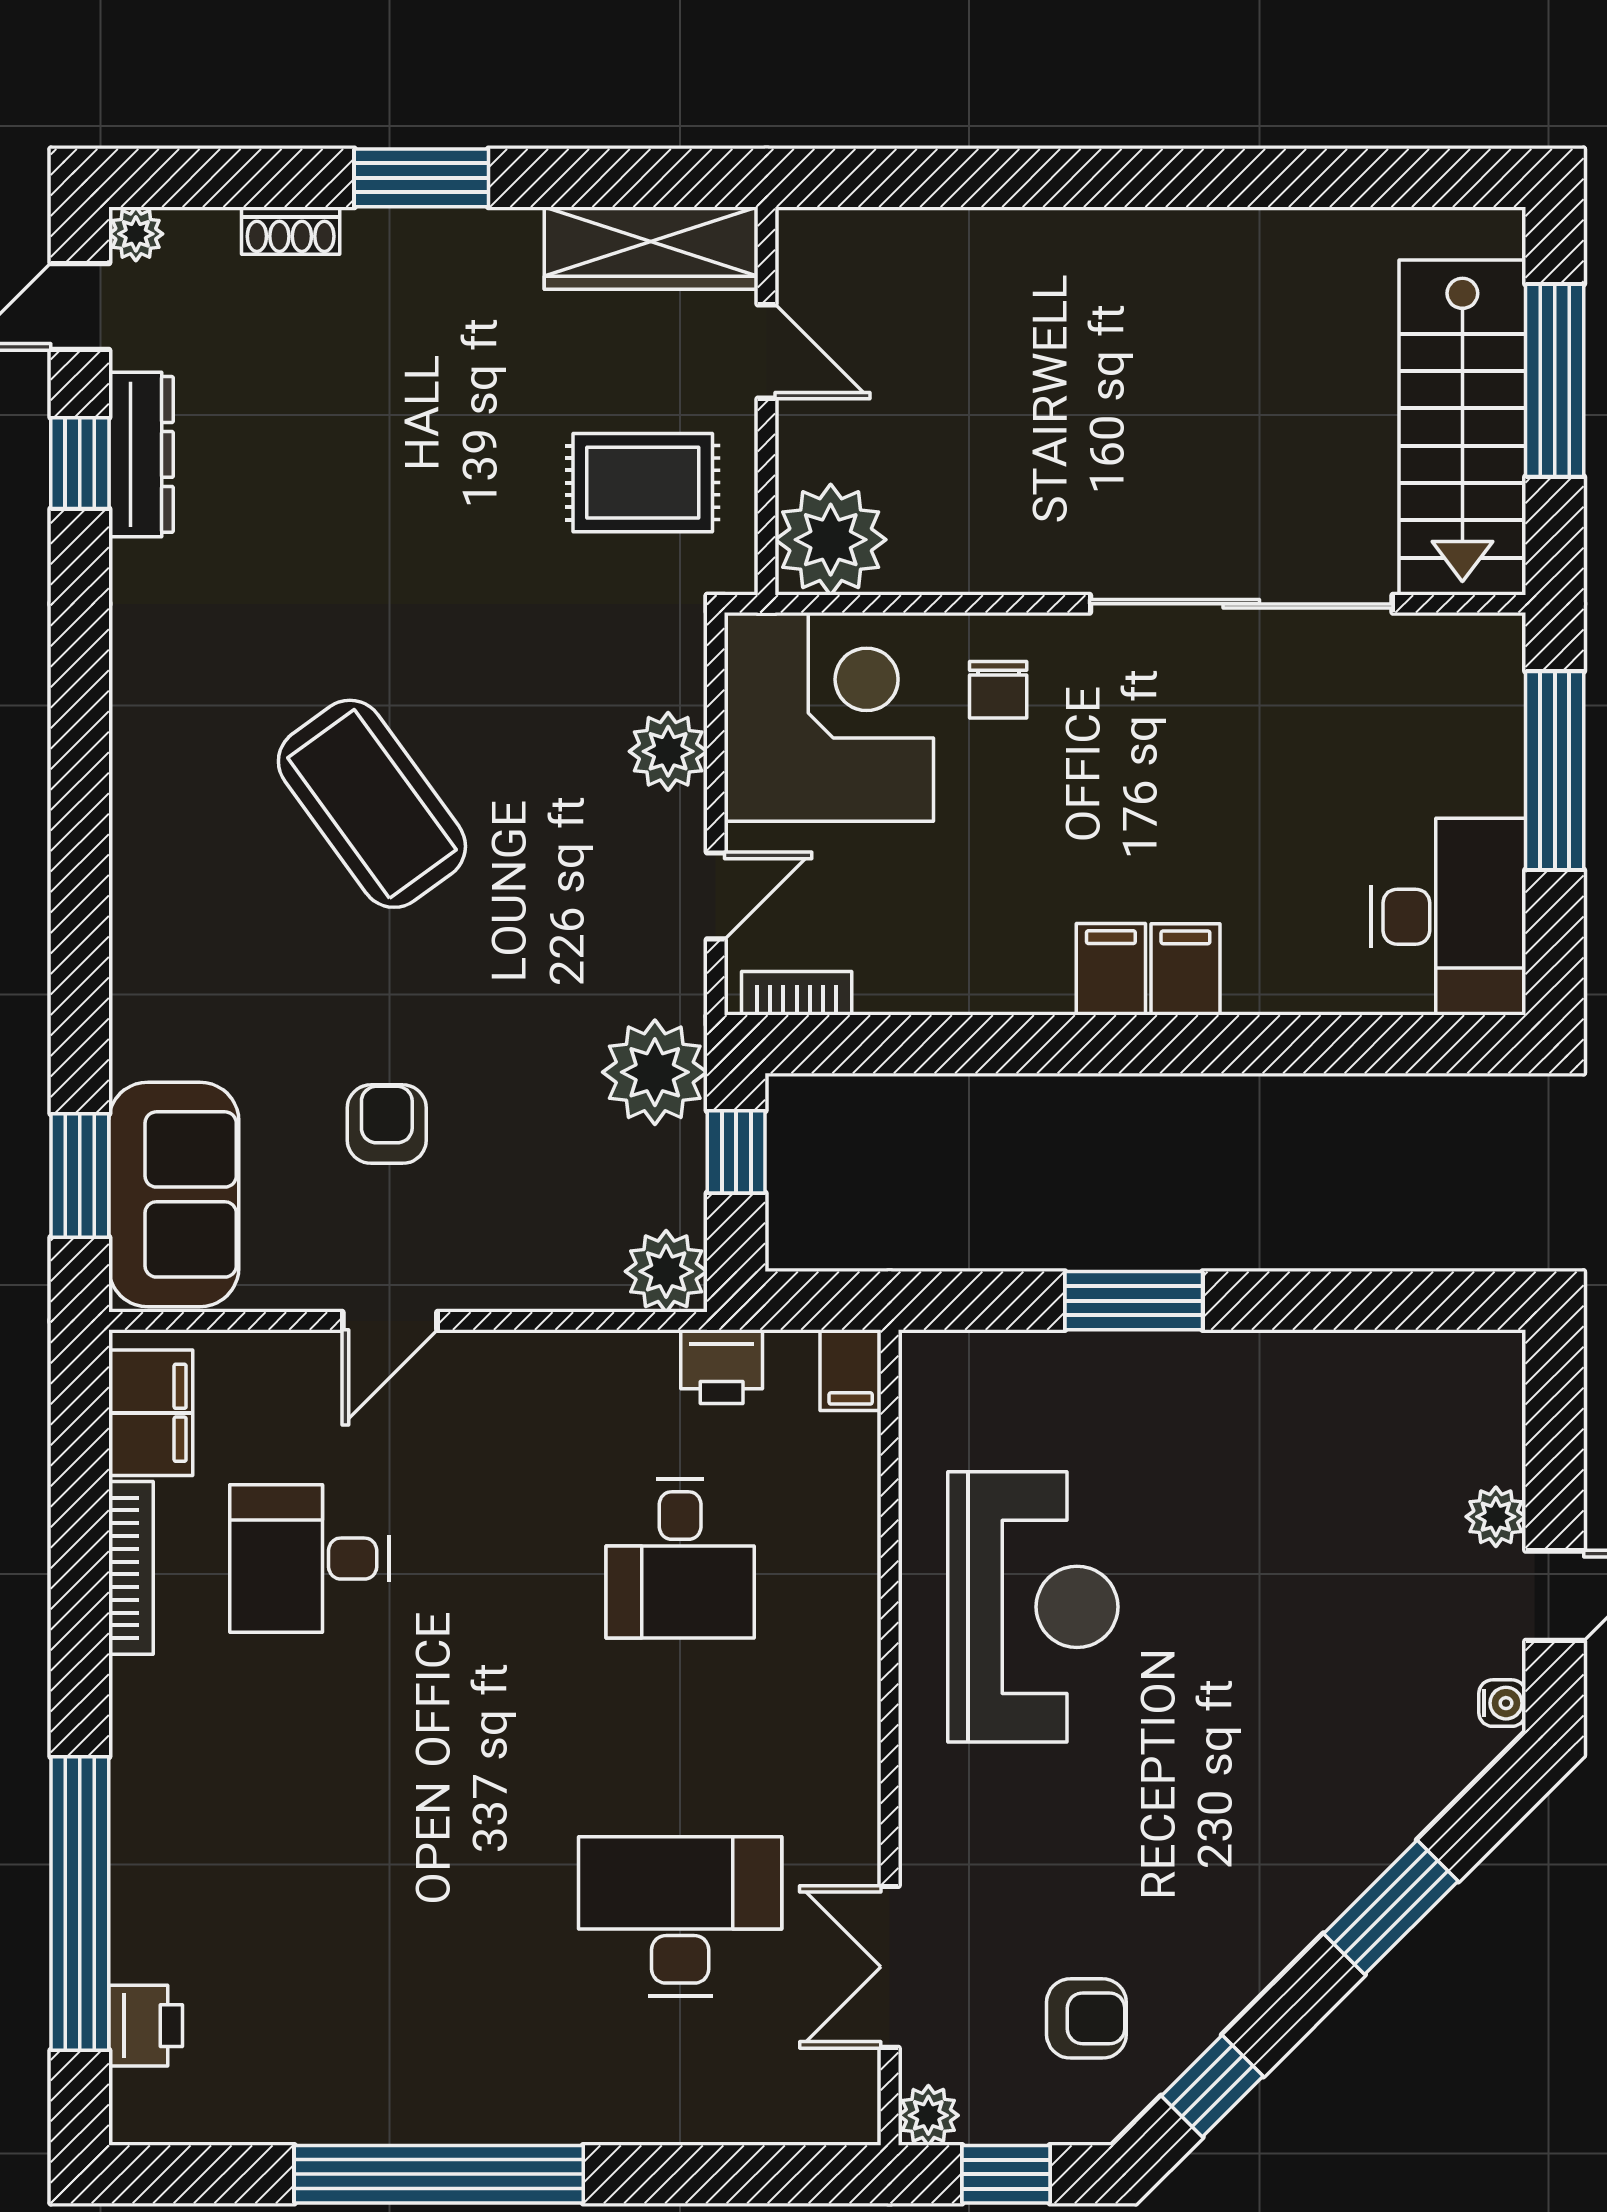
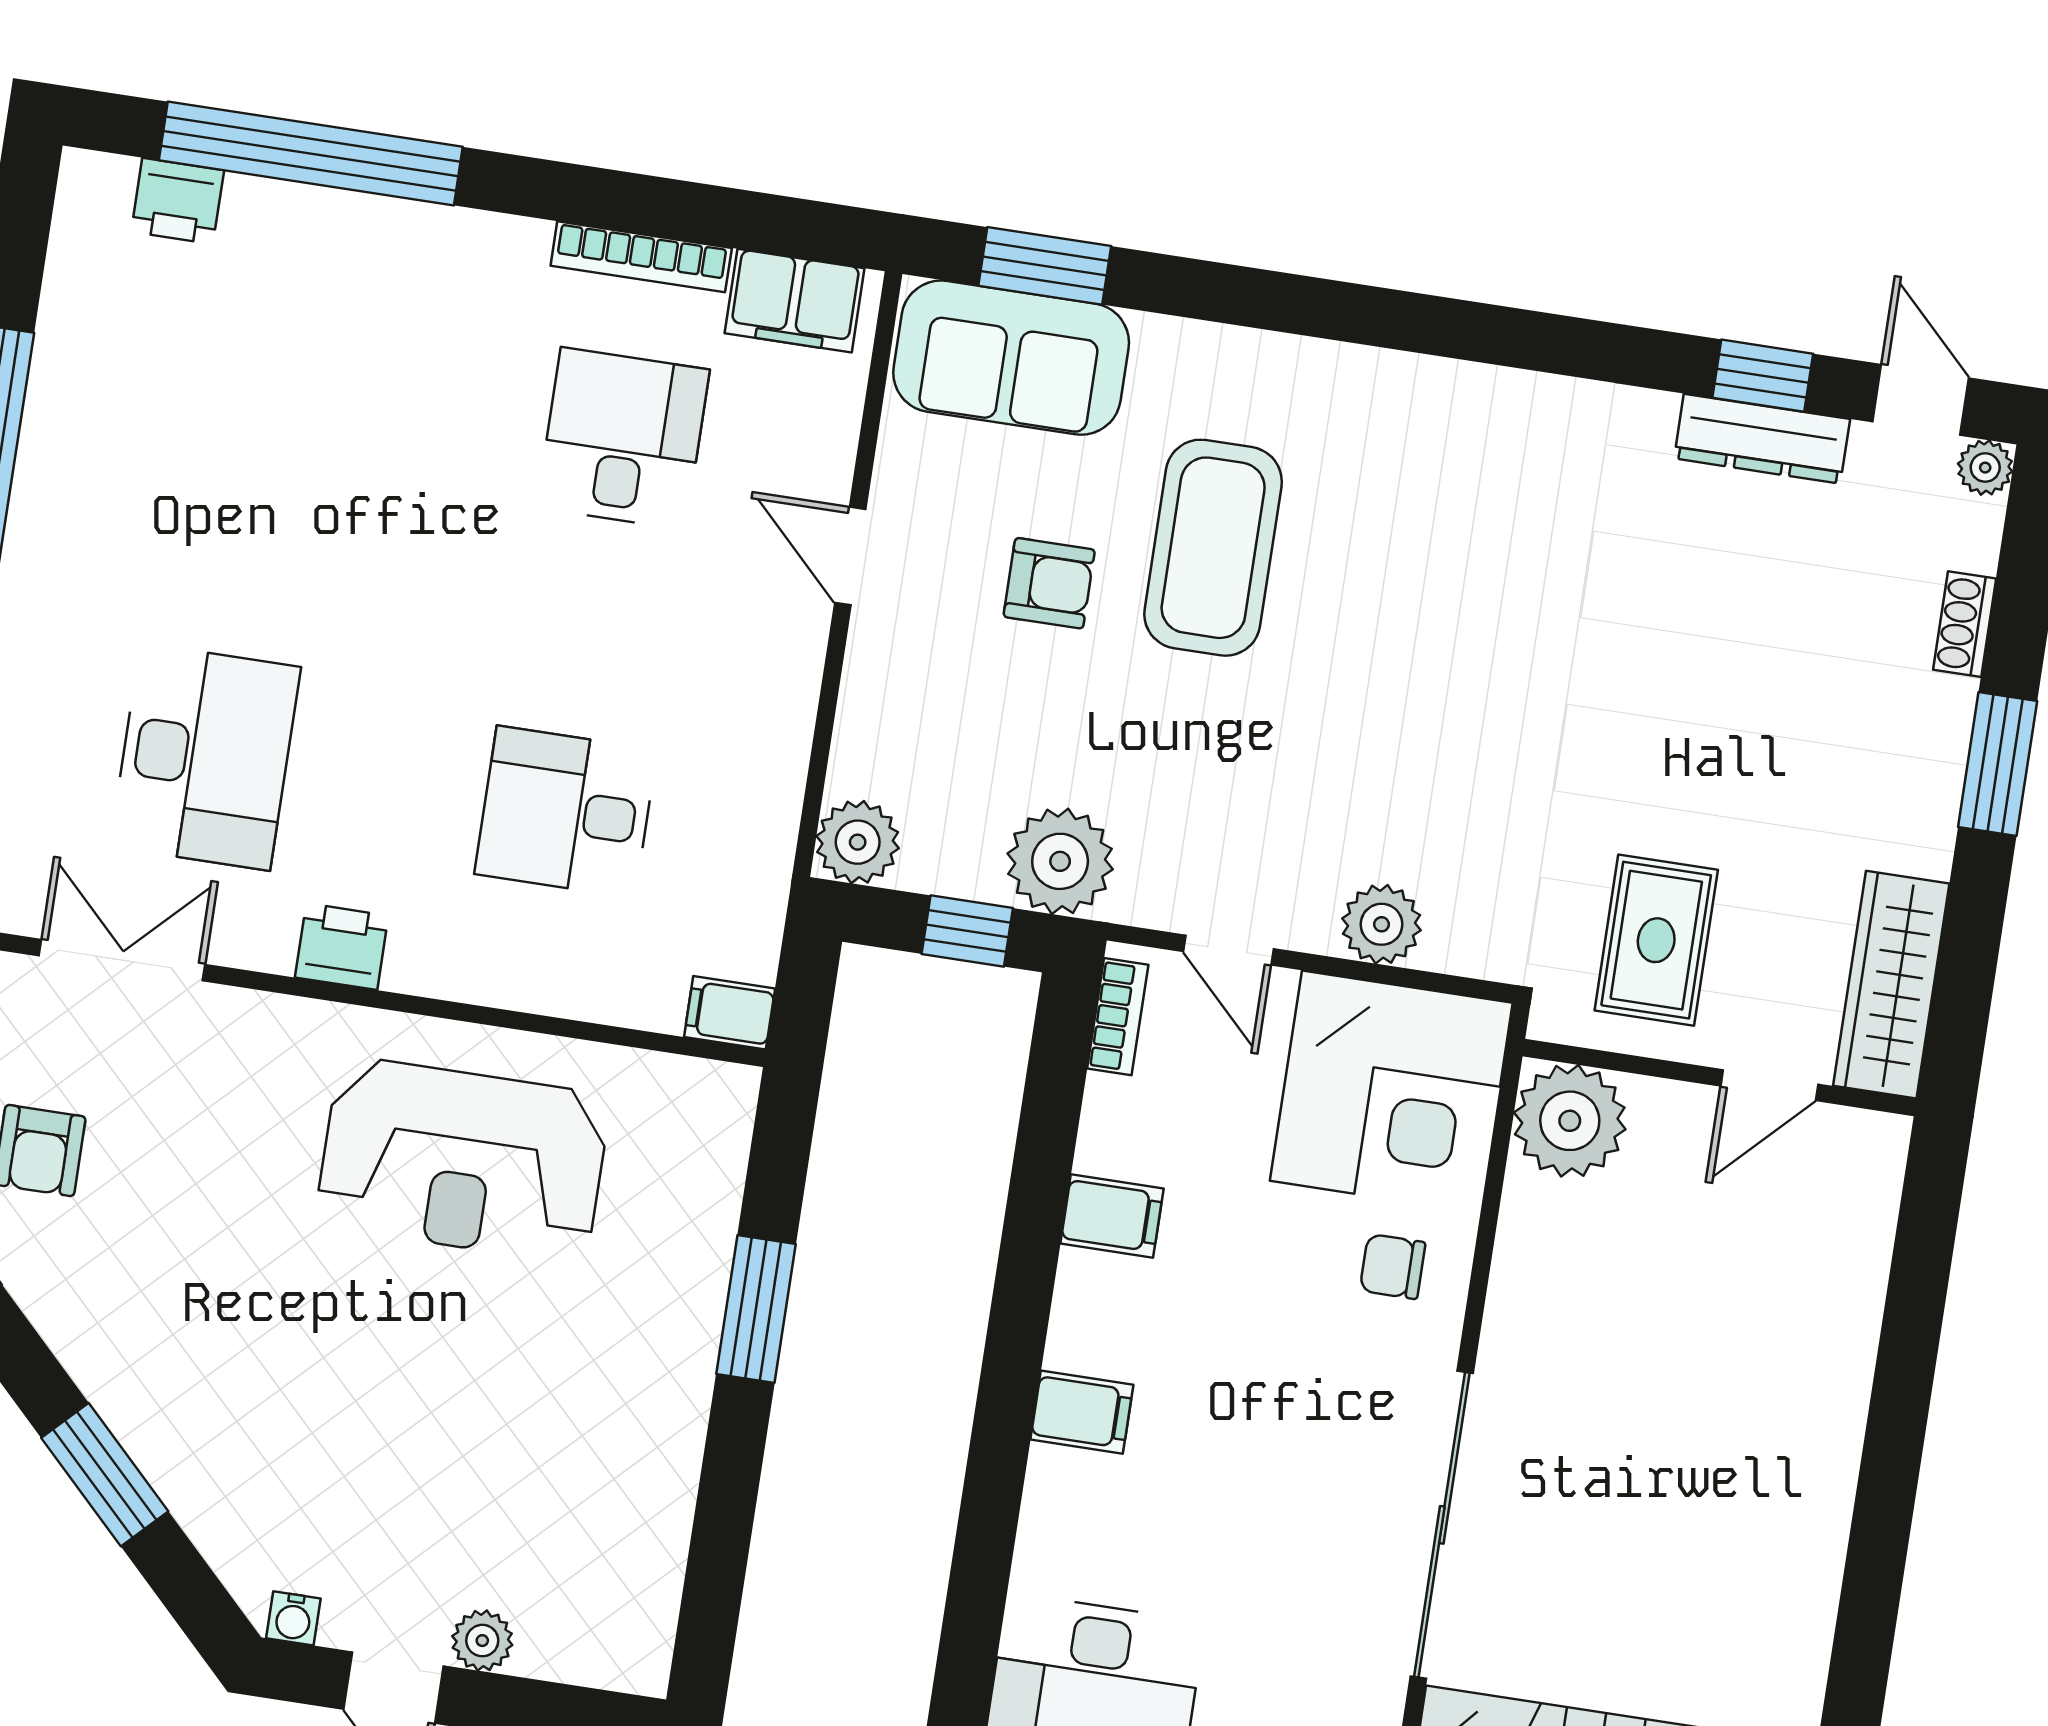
coffee table: (372, 804) -> (1213, 548), moved, turned -54
filing cabinet: (1111, 969) -> (1112, 1216), moved
printer: (722, 1367) -> (342, 947), moved, turned 90

